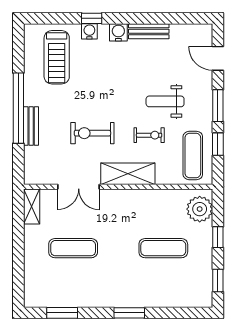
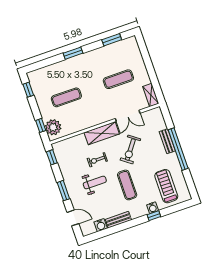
water cooler: (118, 32) -> (101, 225), moved
exercise bike: (92, 133) -> (130, 150), turned 127
window: (218, 144) -> (52, 157), moved
exercise mat: (193, 155) -> (127, 185), moved
double door: (79, 187) -> (128, 116), swing flipped
window: (218, 237) -> (41, 125), moved

